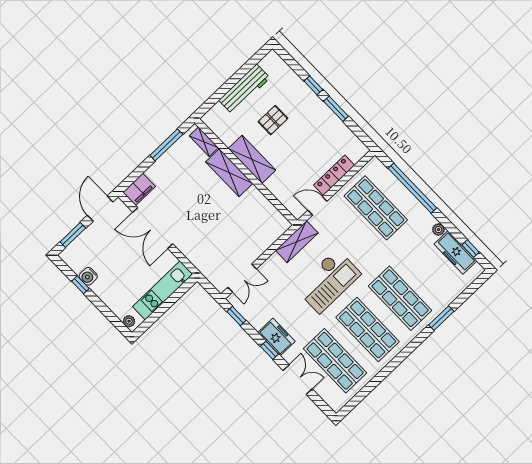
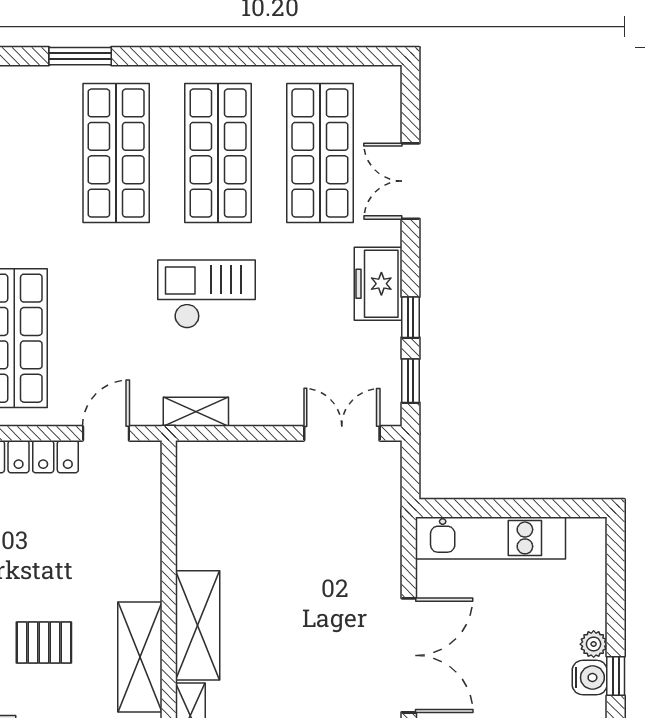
shelving: (252, 159) -> (140, 657), moved
door: (317, 206) -> (106, 433), swing flipped
shelving: (297, 242) -> (196, 412), width x0.67, depth x0.75
checkout: (328, 281) -> (206, 294), width x0.73, depth x0.83
plant: (129, 321) -> (594, 644), moved
window: (269, 350) -> (410, 317), moved

